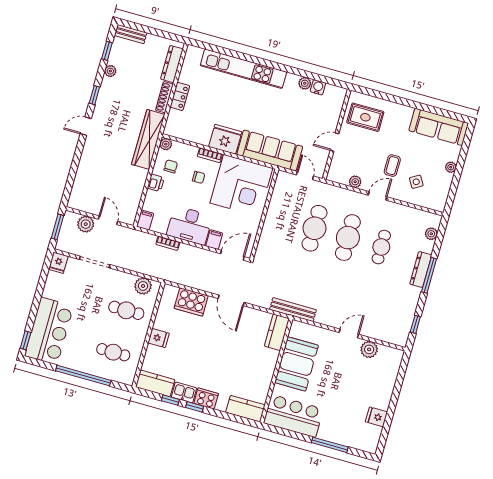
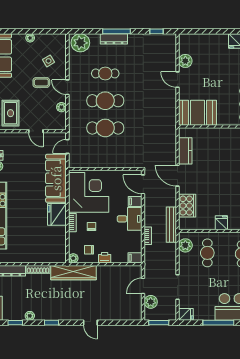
locker: (180, 96) -> (34, 258), removed
door: (86, 126) -> (90, 323), moved
desk: (190, 225) -> (130, 219), width x0.73
plant: (431, 234) -> (80, 43), width x1.88, depth x1.88
window: (37, 300) -> (218, 323), added
door: (231, 300) -> (177, 176), swing flipped
bench: (293, 310) -> (171, 225), moved
kitchen counter: (277, 332) -> (185, 151), moved, turned -90
booth: (297, 364) -> (197, 113), moved

